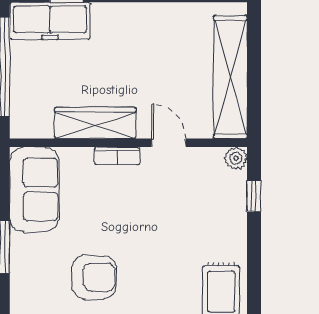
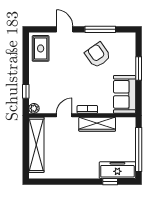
door: (169, 143) -> (64, 115), swing flipped
armchair: (94, 277) -> (98, 55), turned 55

